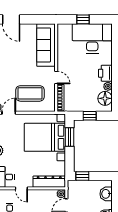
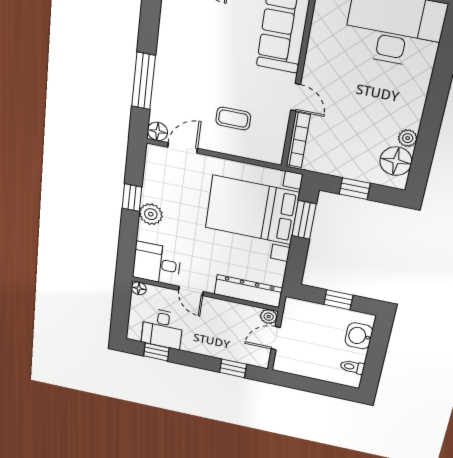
printer: (105, 73) -> (408, 110), removed
coffee table: (30, 93) -> (233, 119), width x0.54, depth x0.58
window: (82, 176) -> (338, 300), moved

